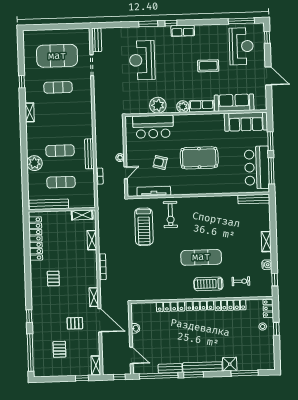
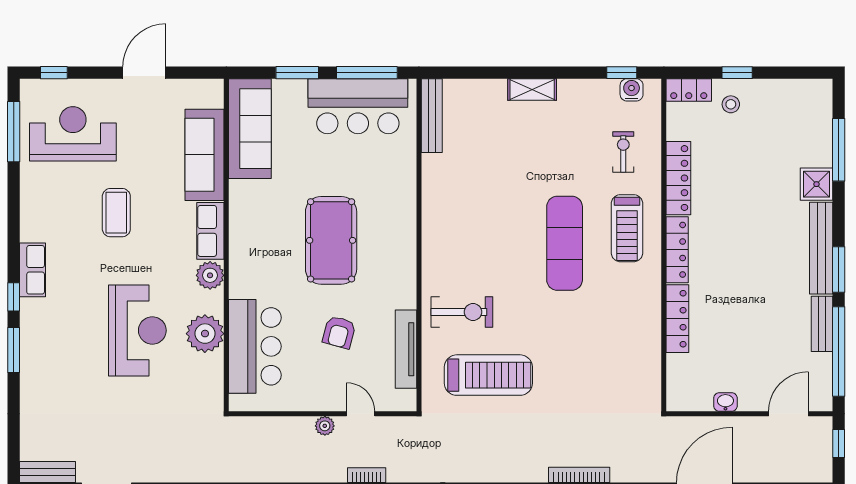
reception desk: (142, 60) -> (137, 330), moved, turned -90
water cooler: (267, 265) -> (632, 90), moved

